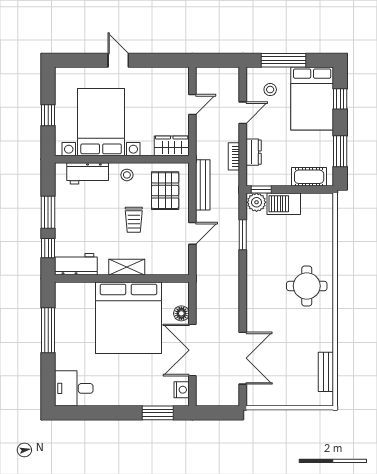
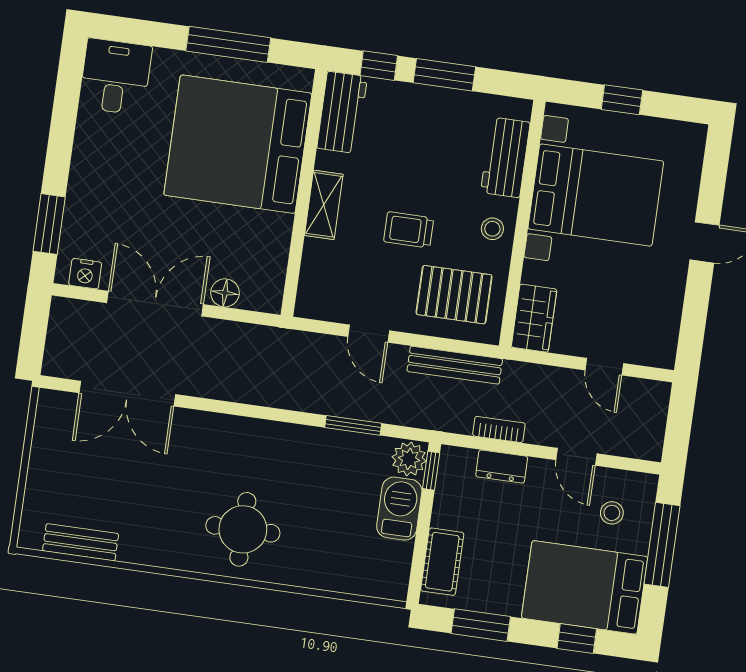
bed: (128, 318) -> (238, 144), moved

